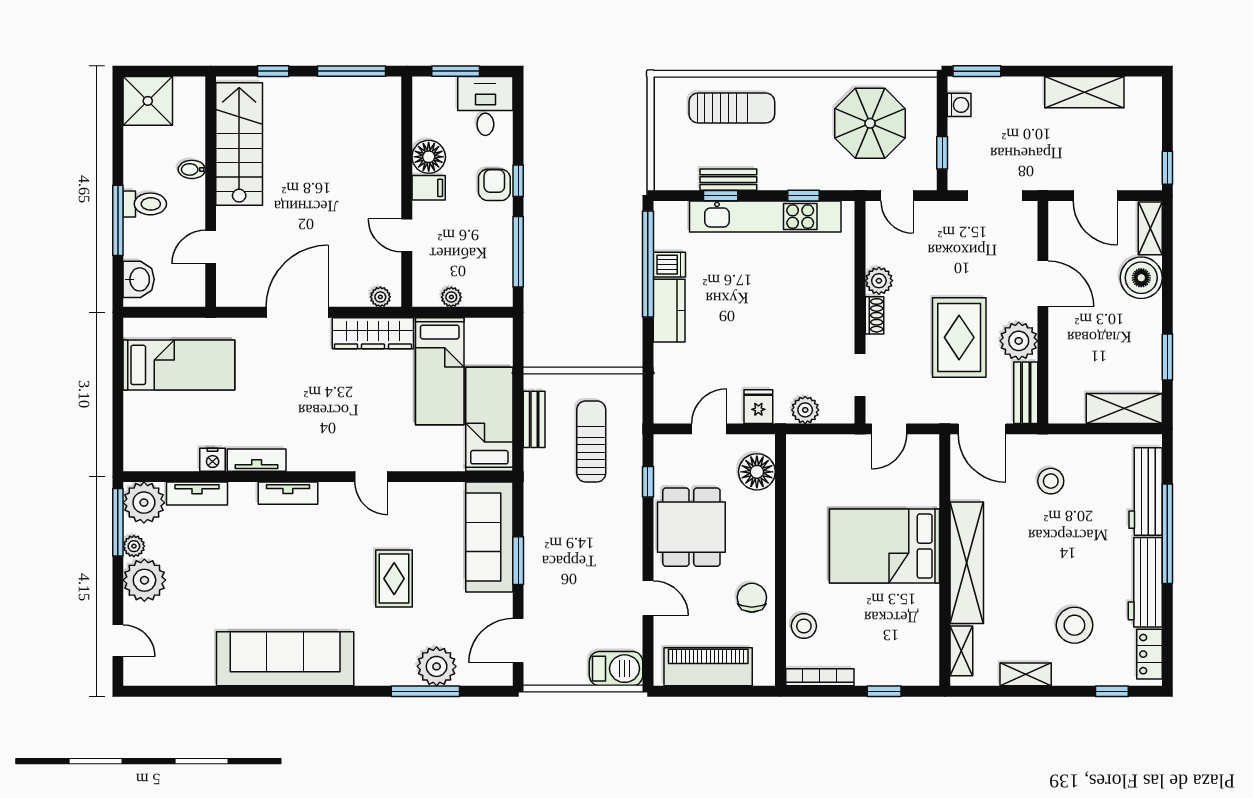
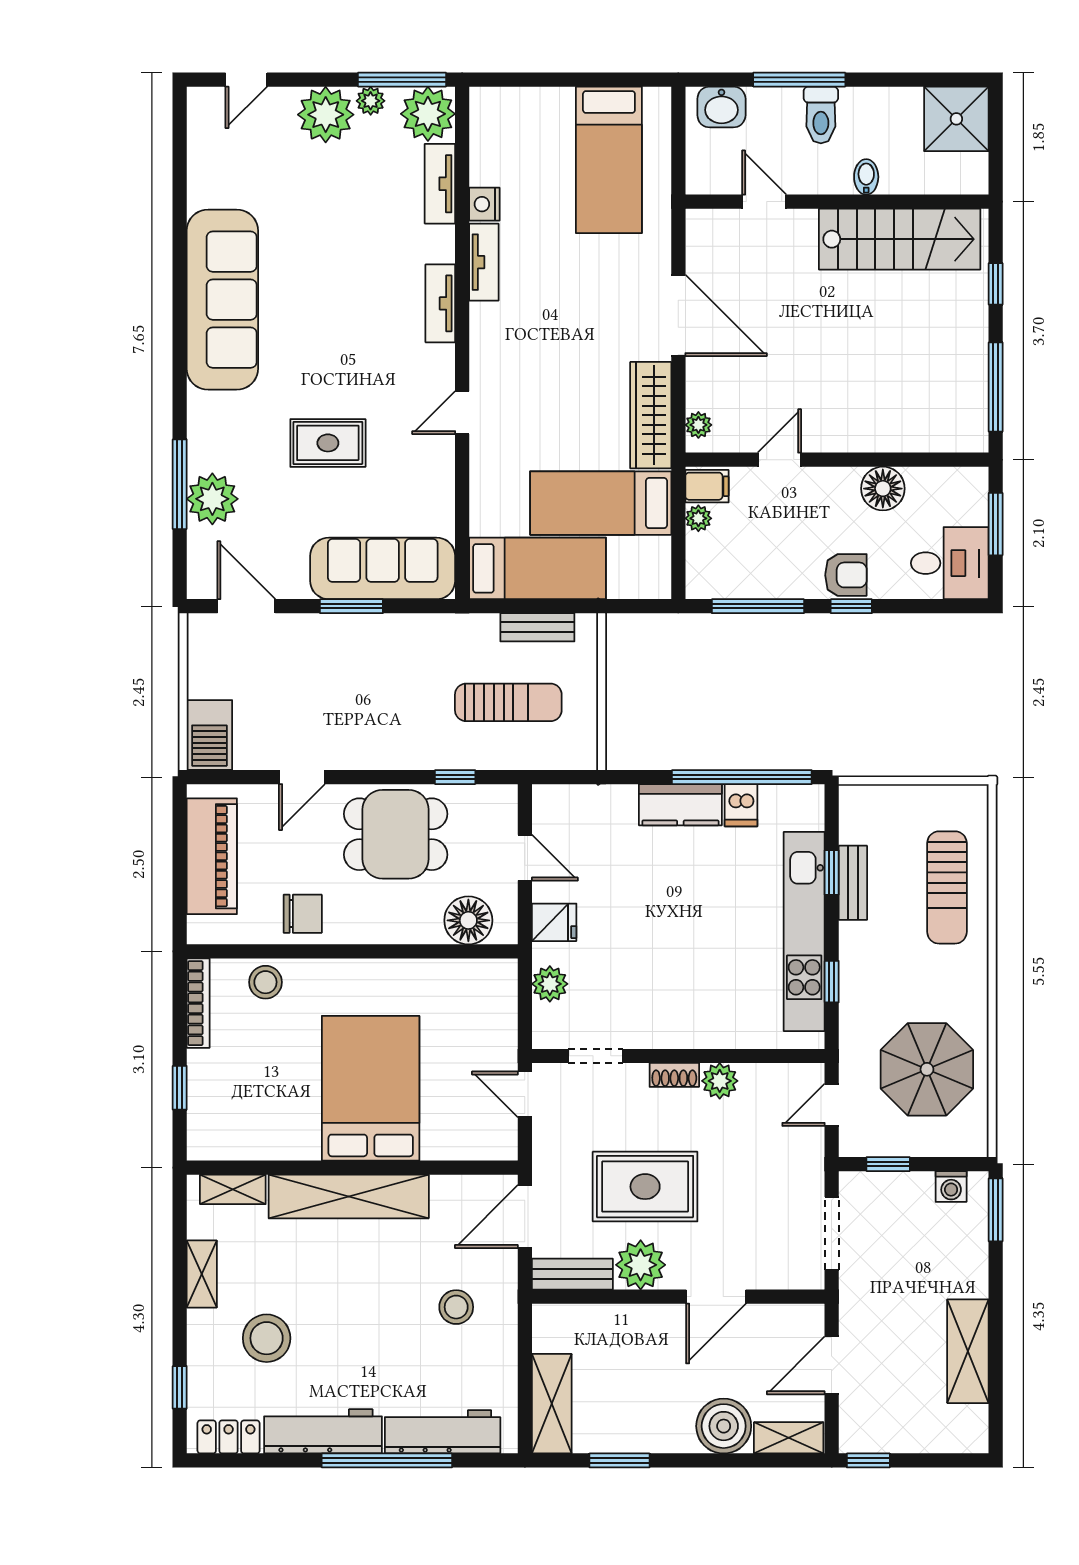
filing cabinet: (429, 188) -> (707, 486), moved, turned -90

